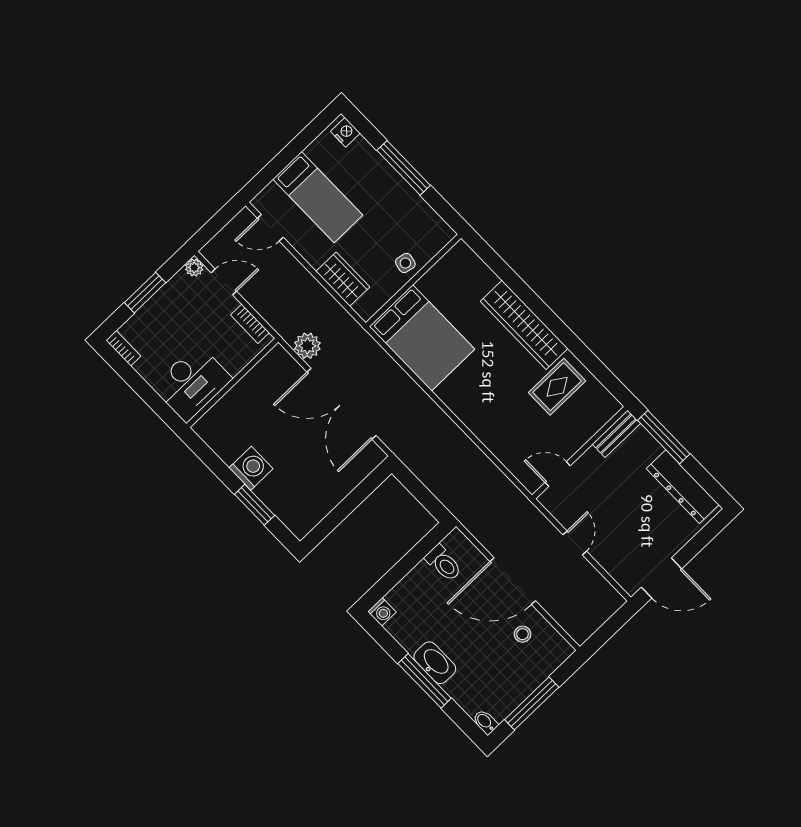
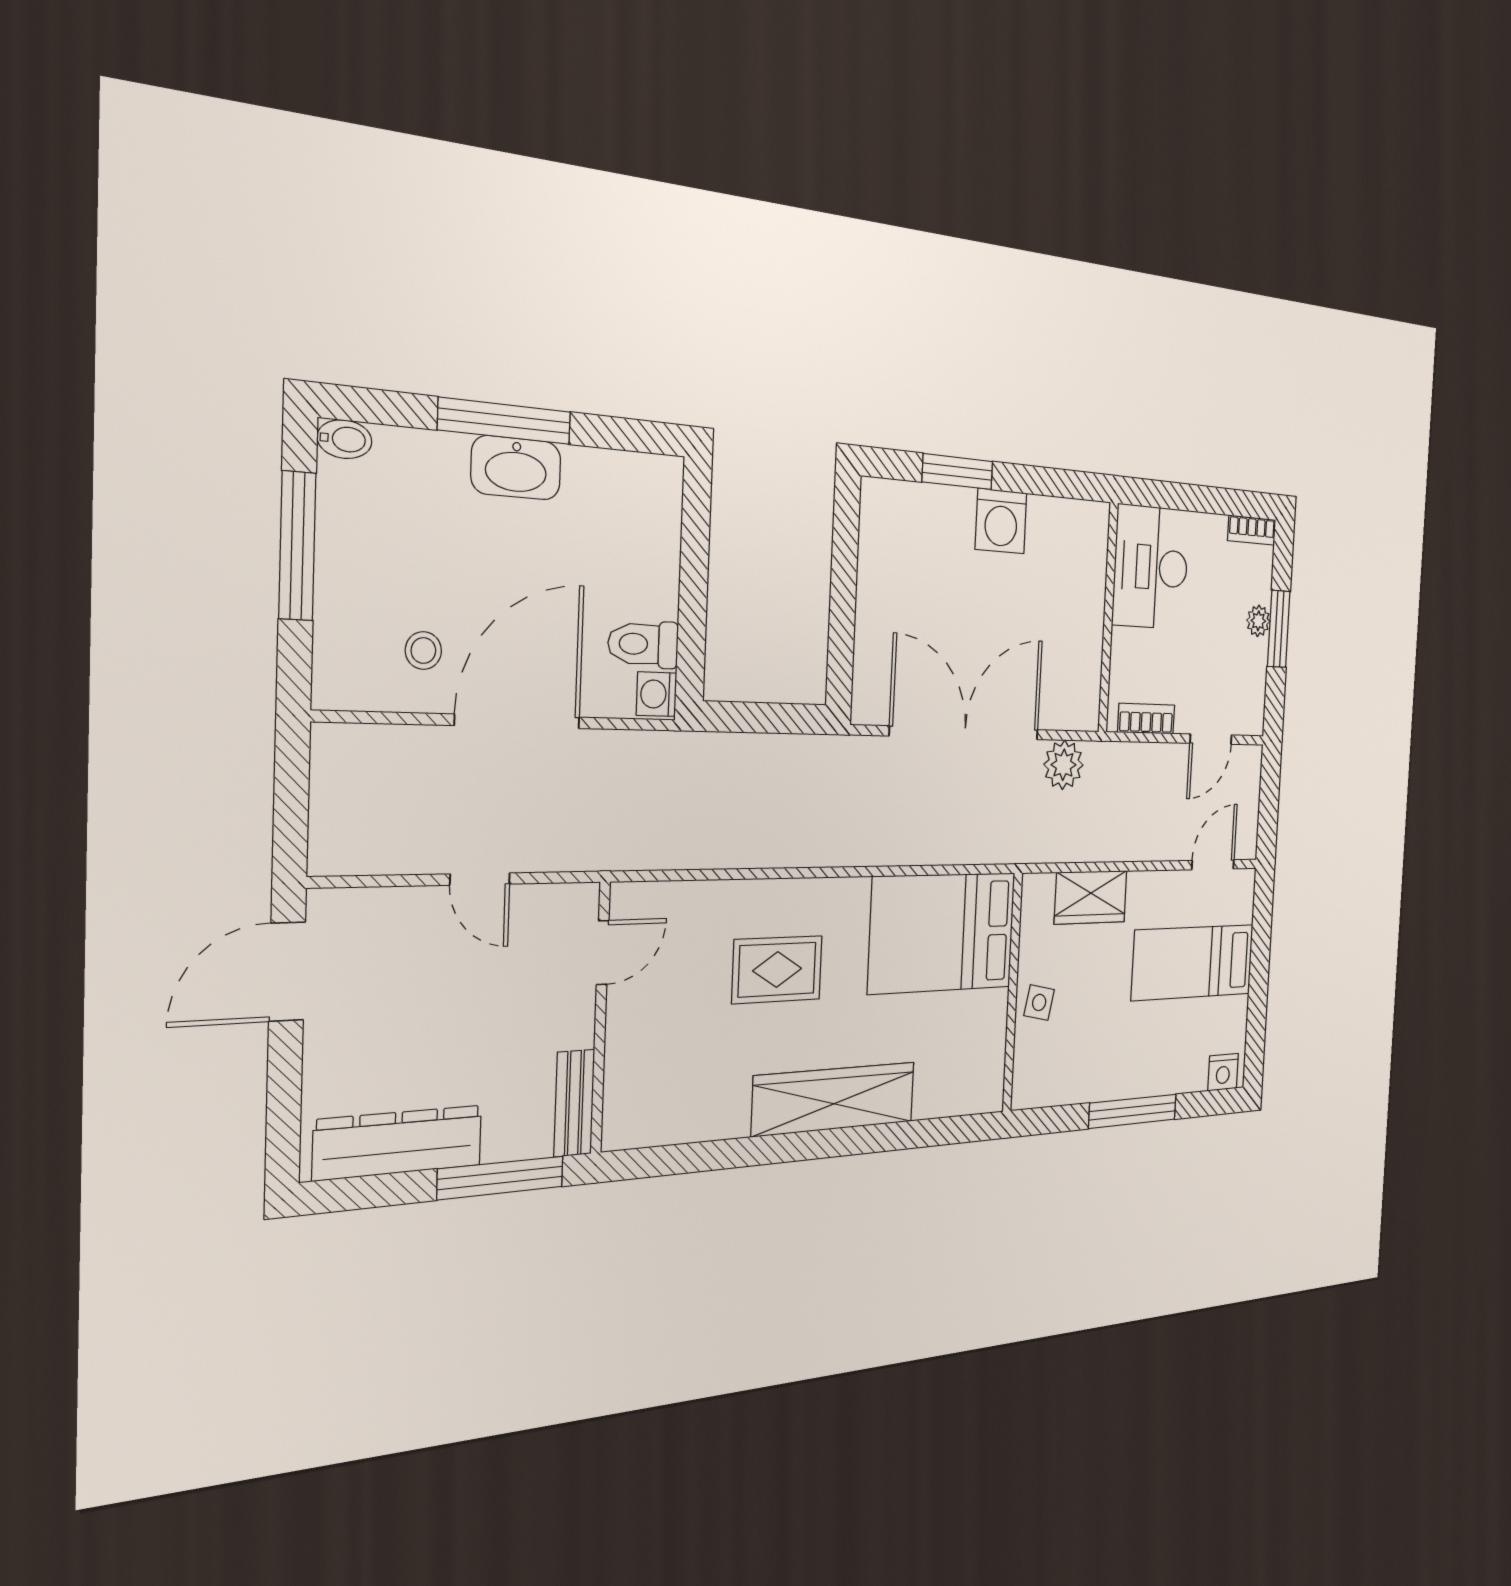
plant: (194, 268) -> (1258, 621), moved
rug: (557, 387) -> (777, 970), moved, turned 90
washing machine: (382, 612) -> (657, 694), moved

